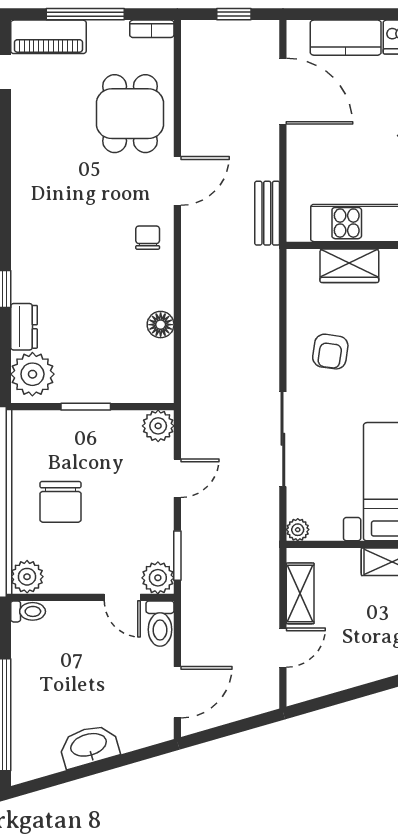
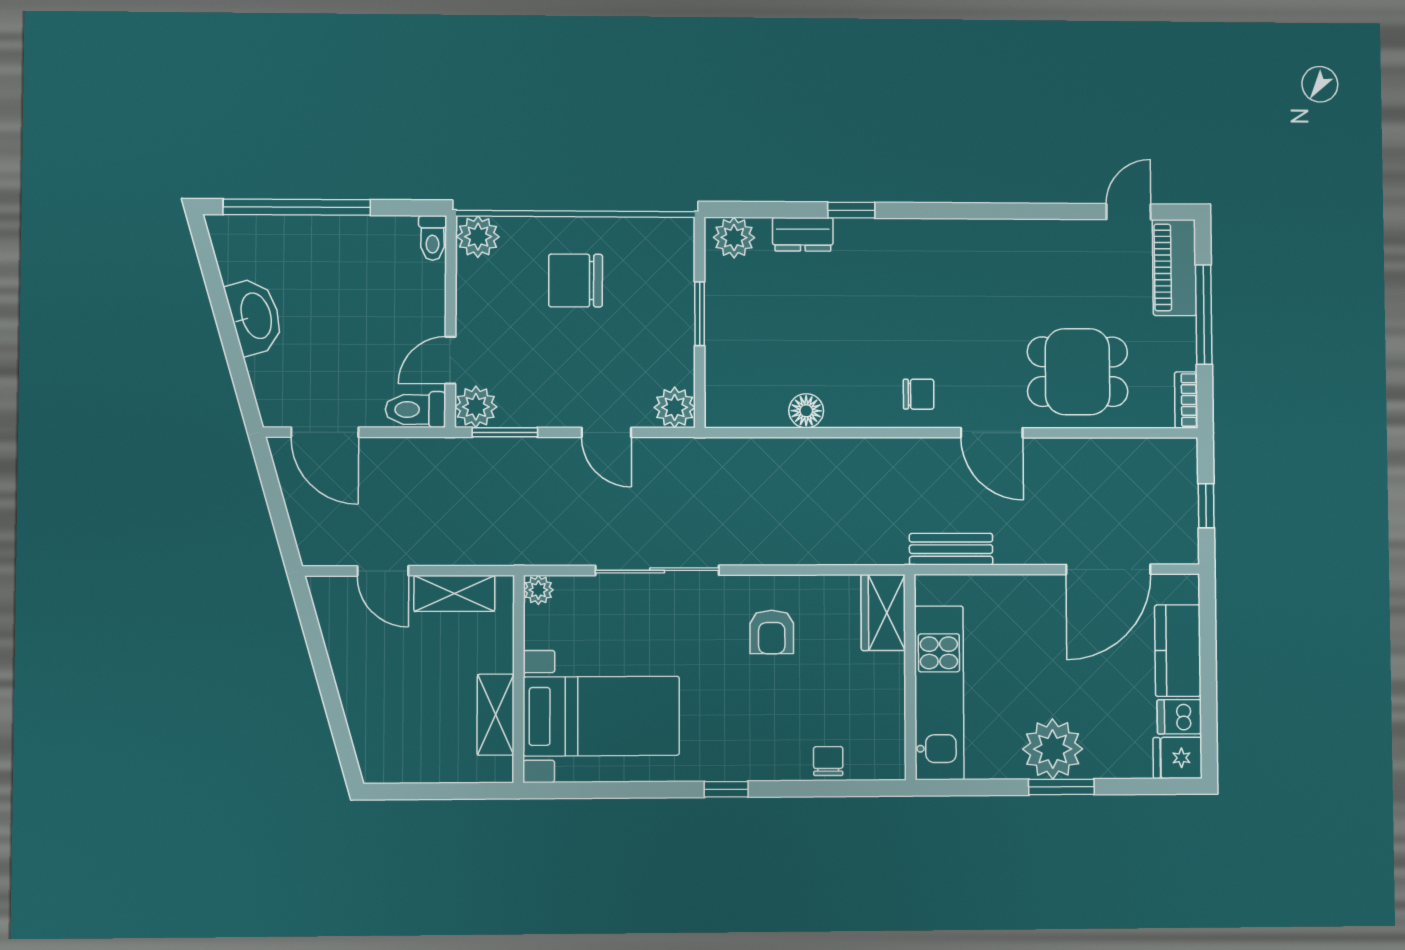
wardrobe: (349, 266) -> (883, 613), moved
armchair: (330, 352) -> (772, 632), turned -98
plant: (32, 374) -> (734, 238), width x0.73, depth x0.73

